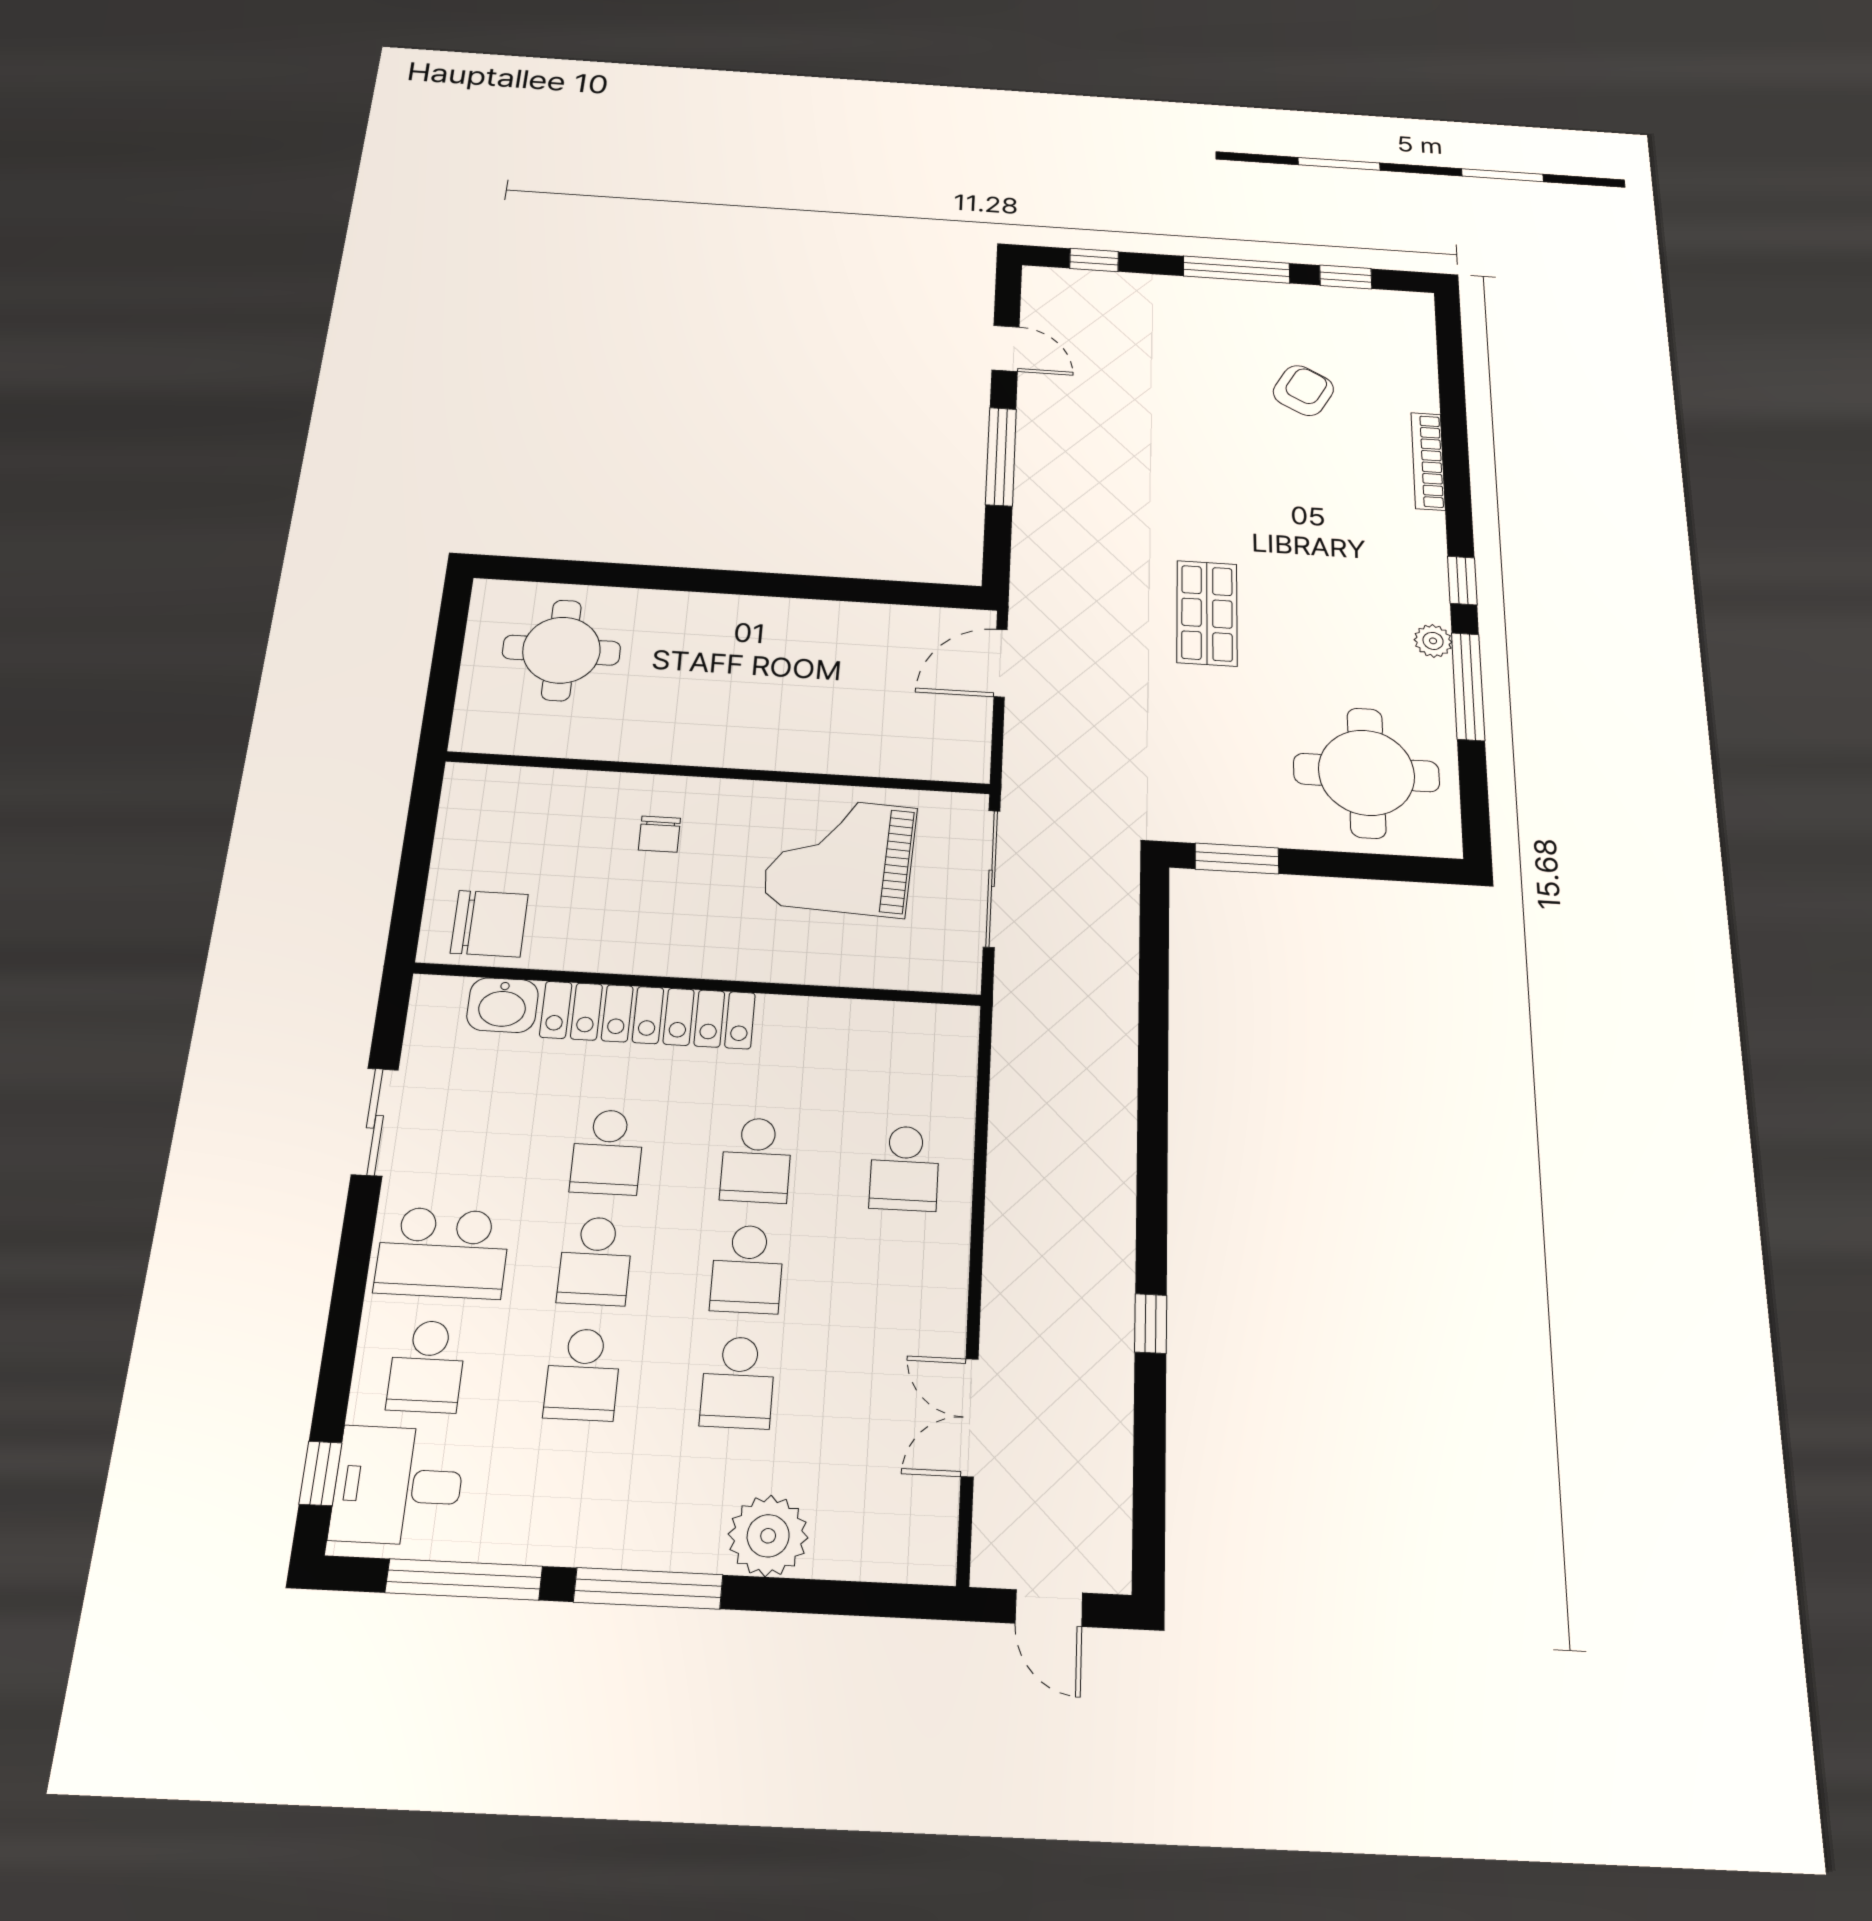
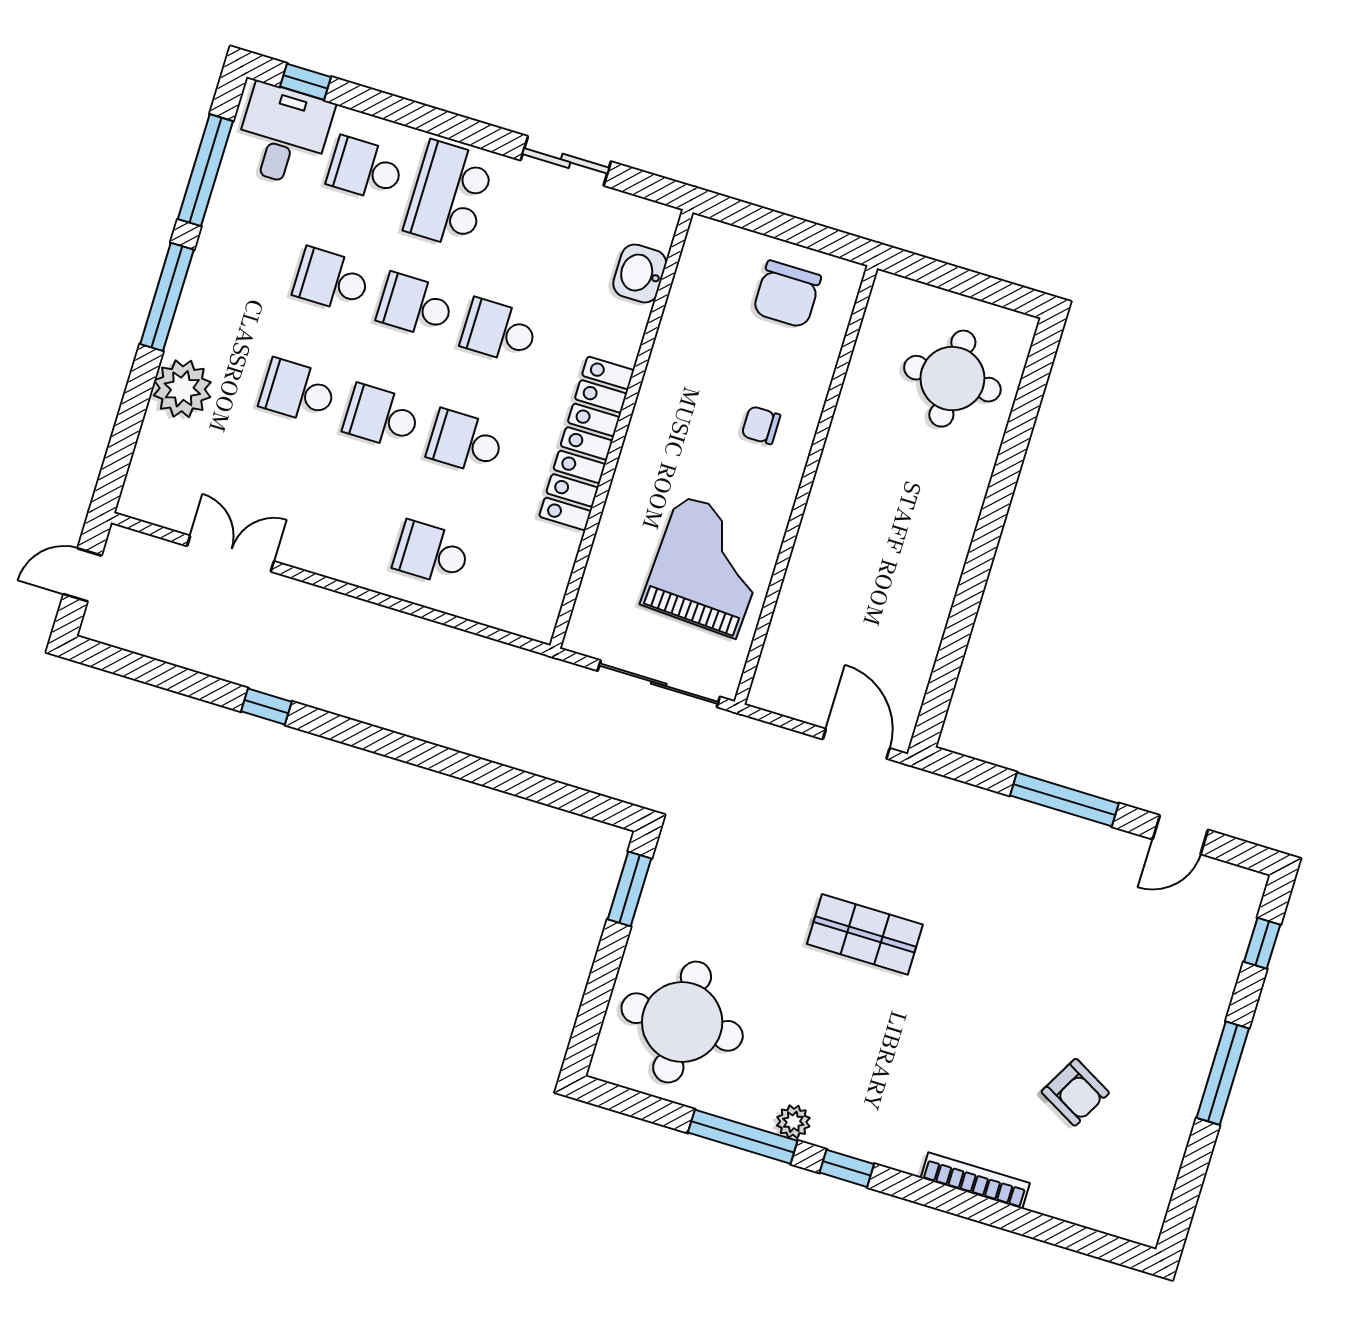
window: (1346, 277) -> (1192, 1173), removed
chair: (489, 924) -> (787, 294), moved
locker: (648, 1015) -> (587, 443), moved

